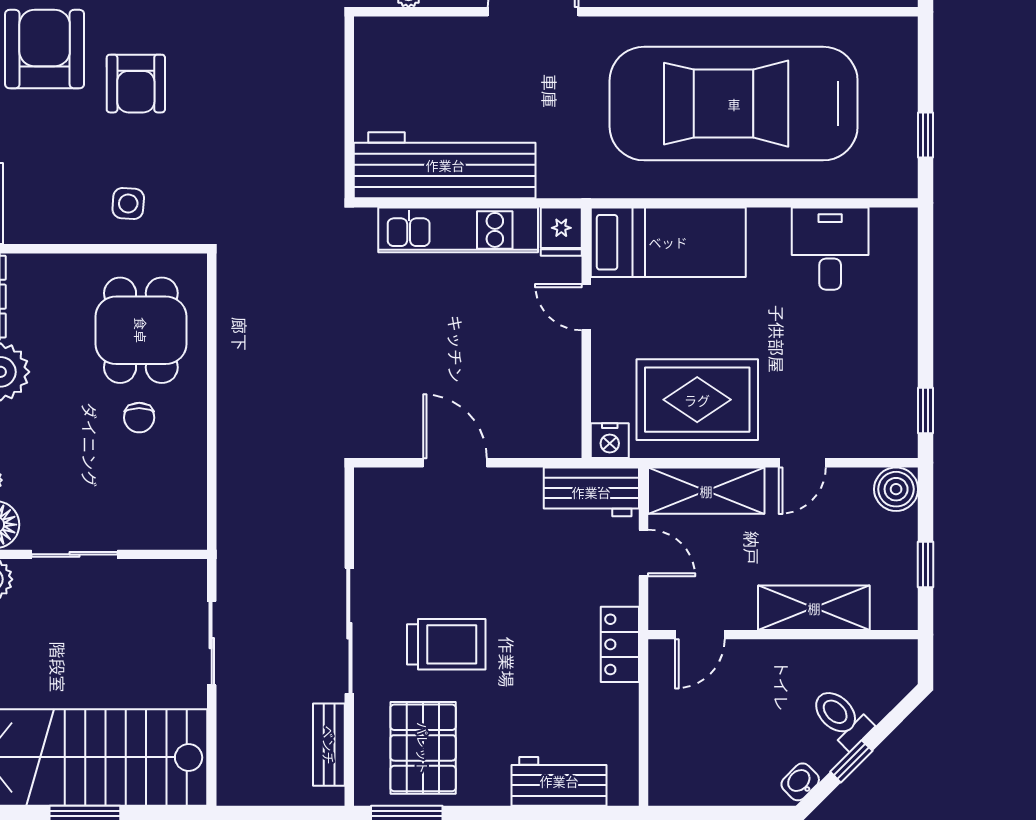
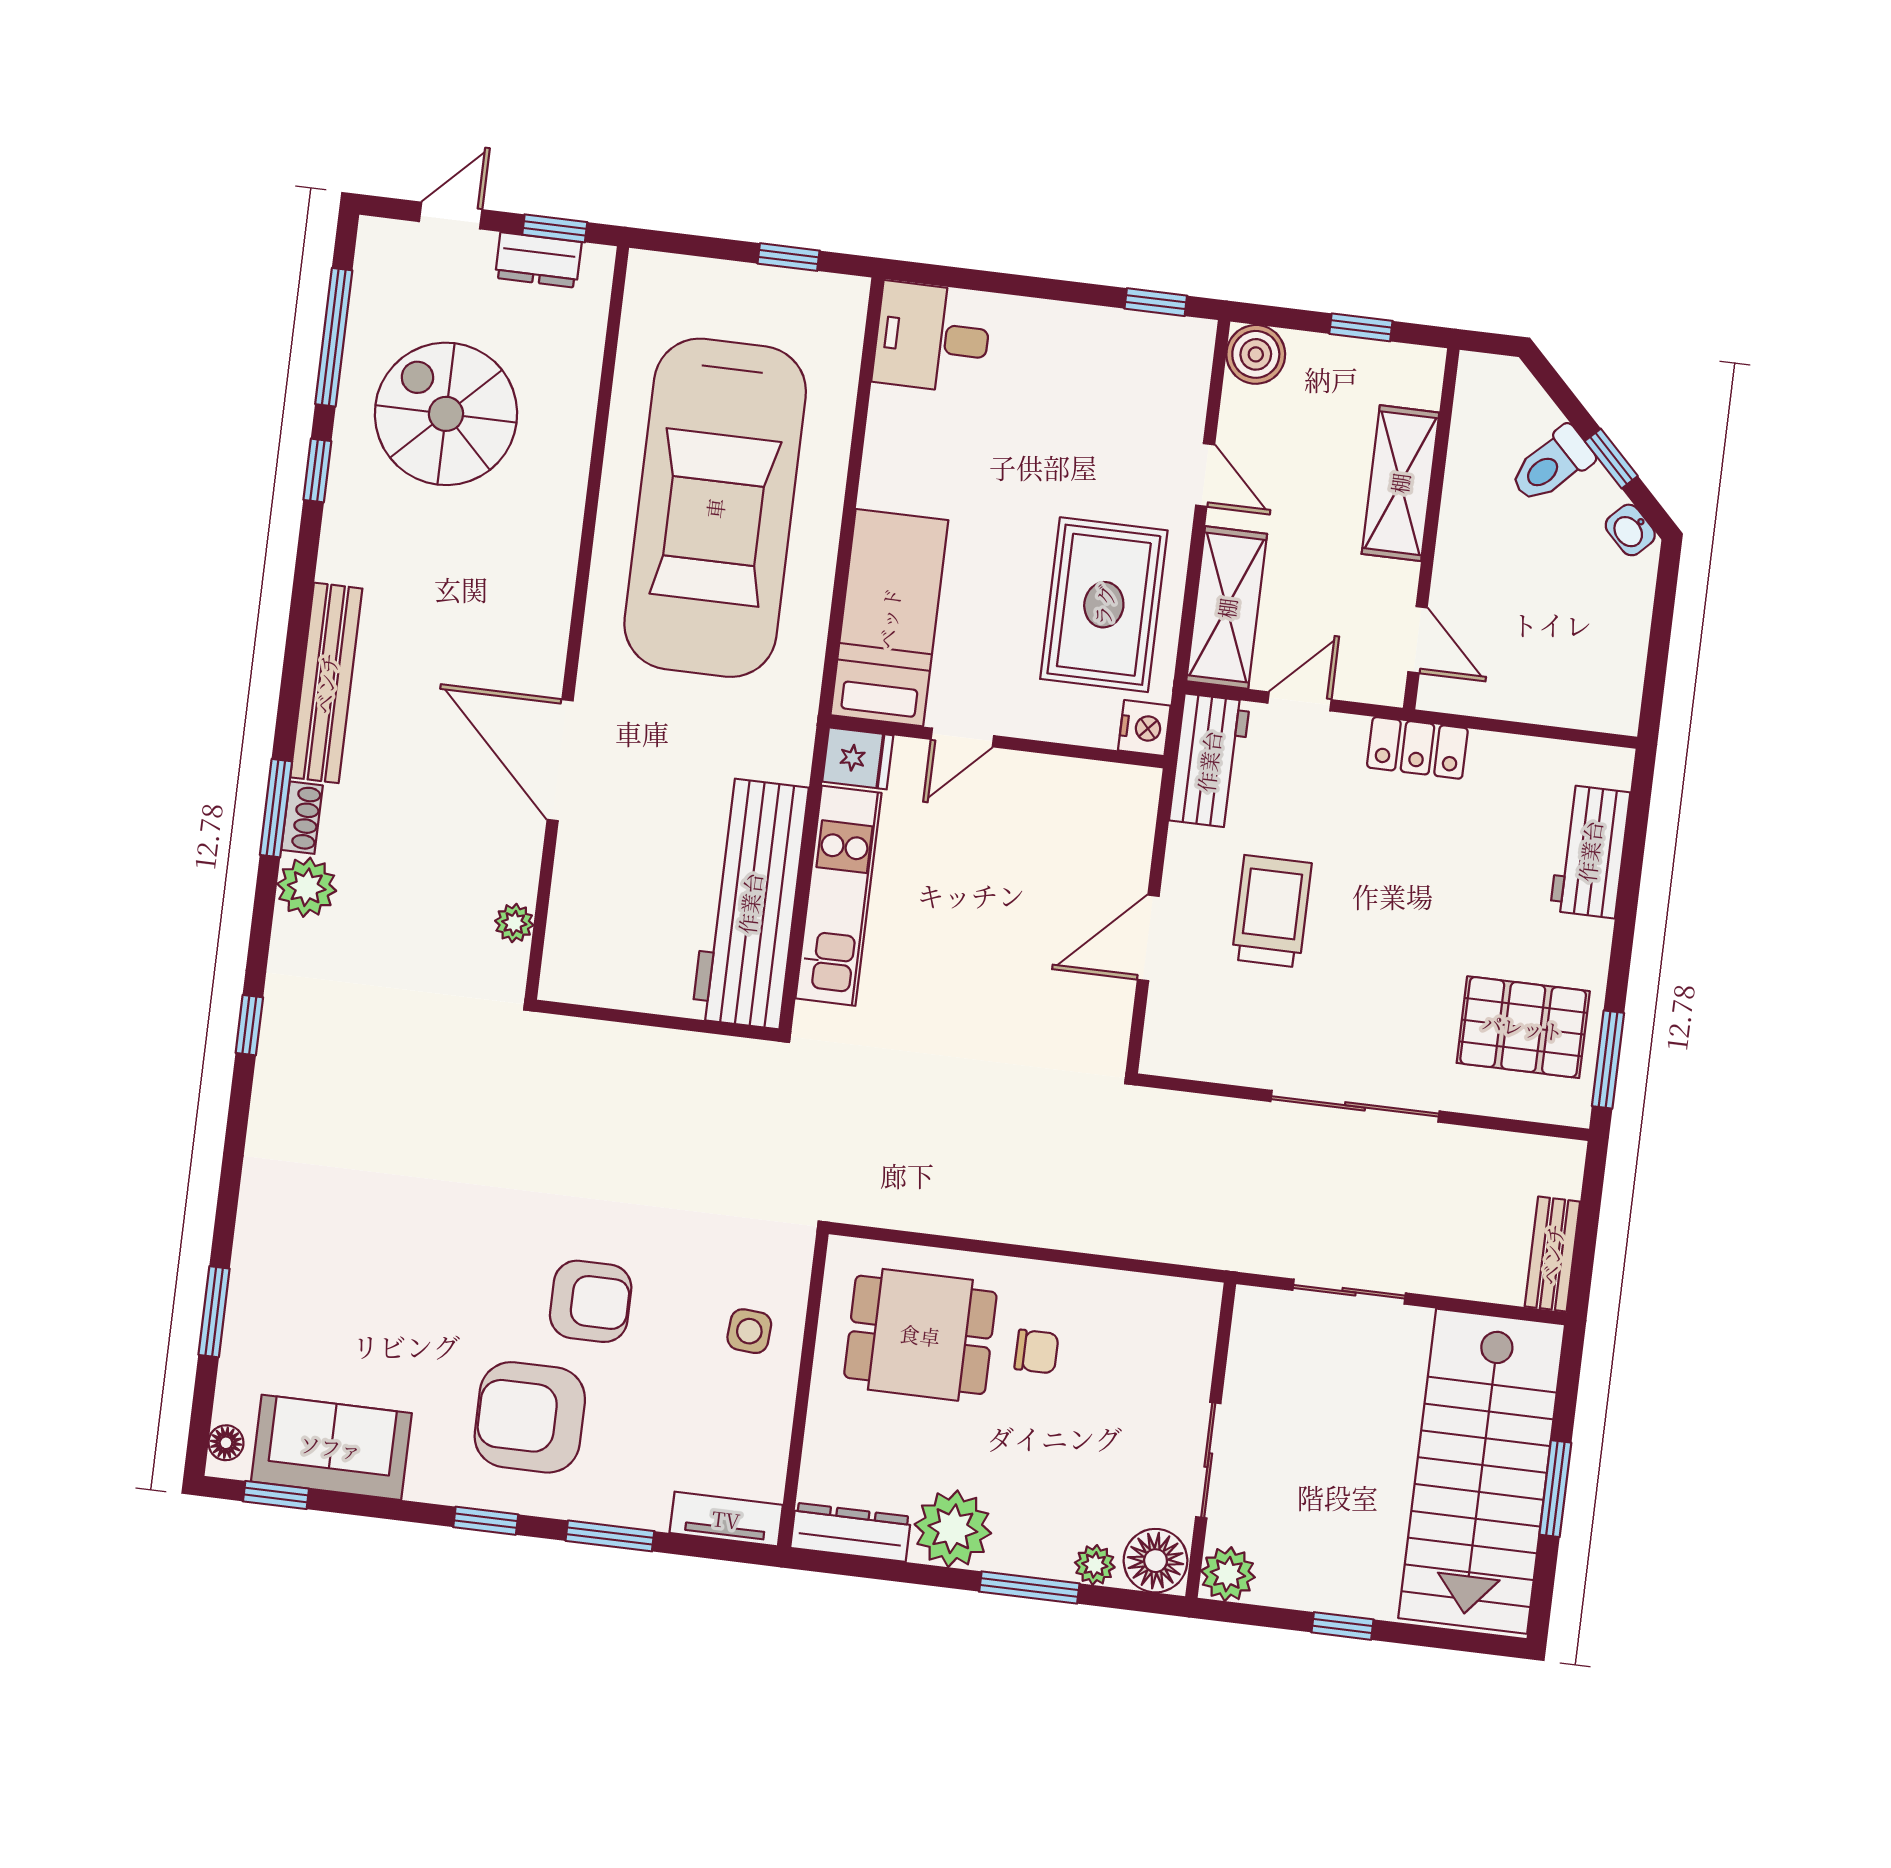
desk: (830, 249) -> (932, 338), moved
trolley: (446, 644) -> (1272, 911), moved
bench: (329, 745) -> (1552, 1254), moved, turned 90

